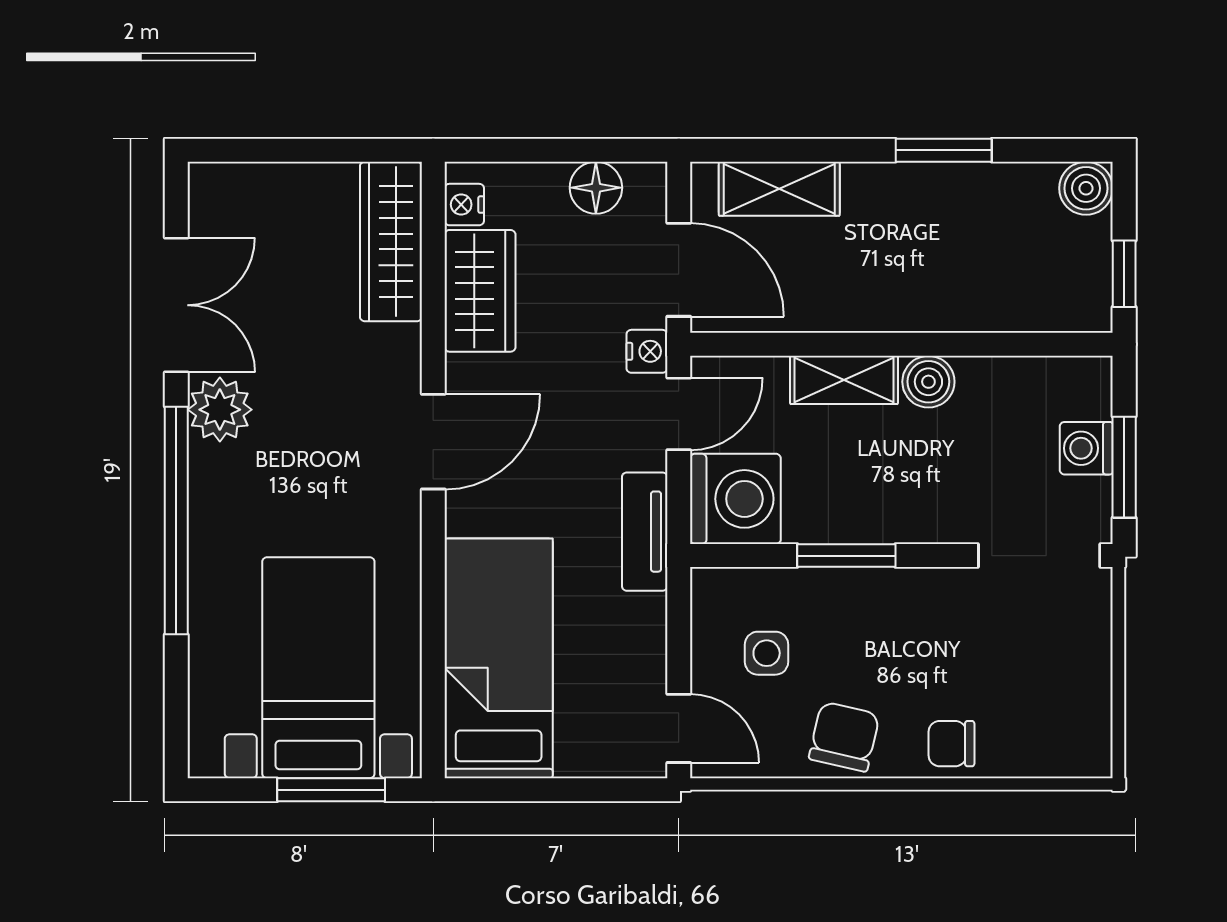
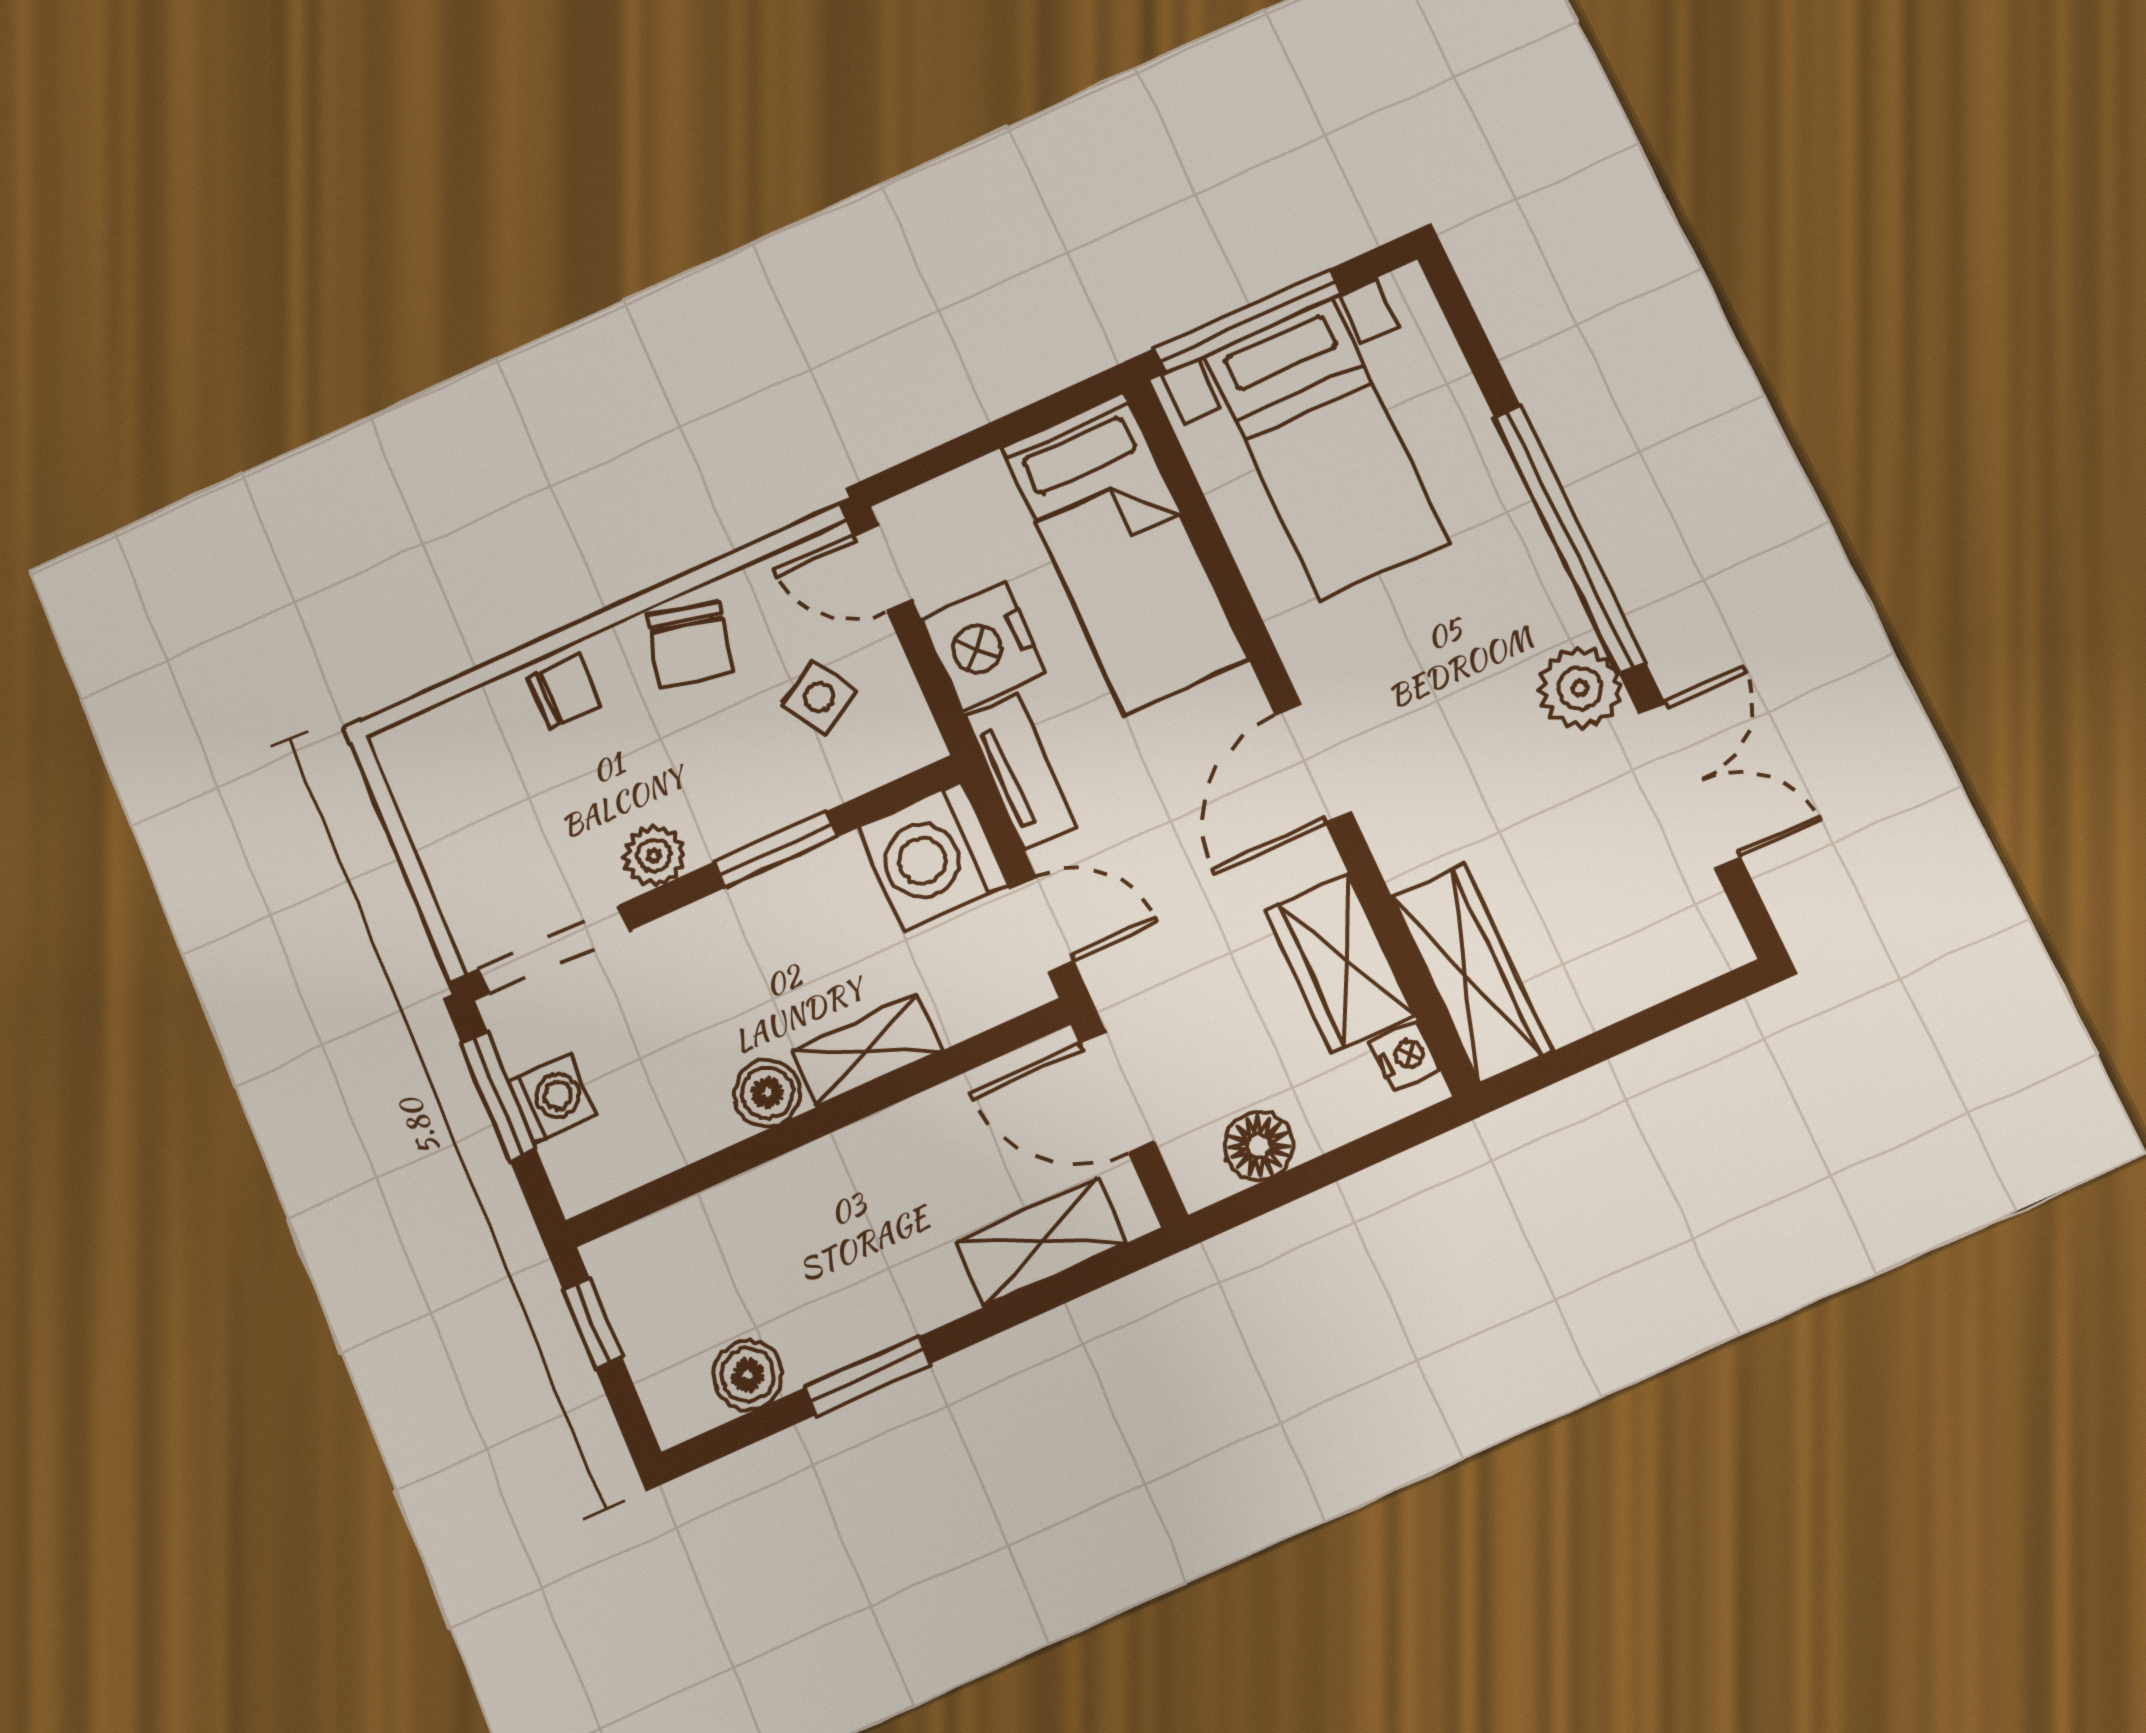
boiler: (1086, 188) -> (748, 1375), moved
double door: (176, 305) -> (1689, 785), swing flipped
nightstand: (647, 351) -> (984, 646), moved, width x1.89, depth x1.79
door: (679, 414) -> (1042, 924), swing flipped
plant: (937, 591) -> (654, 856), added
side table: (767, 653) -> (819, 697), turned -31
window: (331, 790) -> (1248, 321), width x1.44

